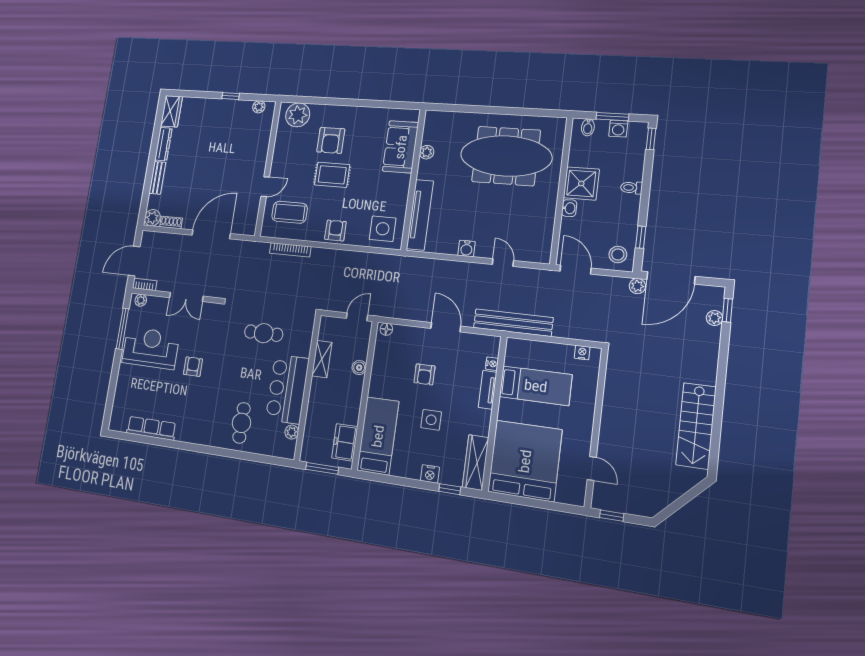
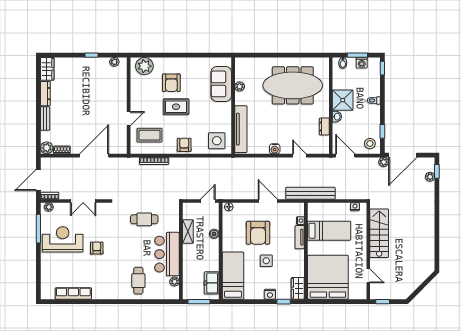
dresser: (547, 221) -> (324, 126), added
armchair: (424, 374) -> (258, 233), width x1.88, depth x1.88
stairs: (696, 426) -> (379, 233), moved, turned 180
wardrobe: (476, 462) -> (298, 288), width x0.67

